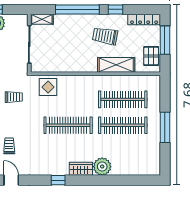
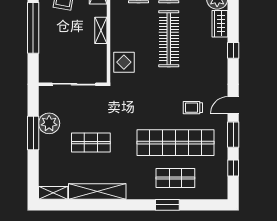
shelving: (42, 19) -> (101, 30), moved
trolley: (14, 97) -> (136, 102), removed

